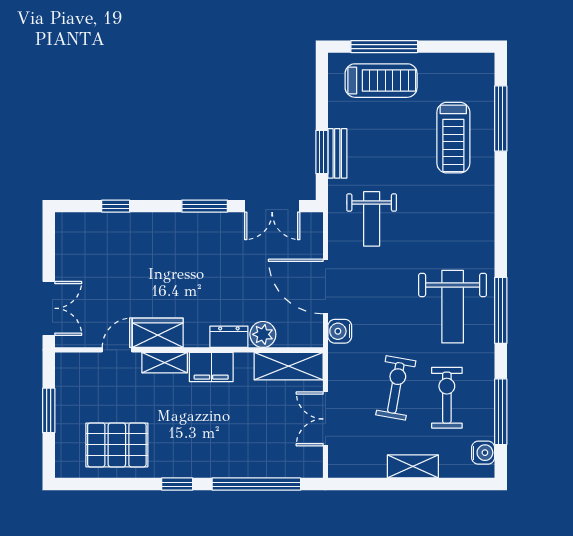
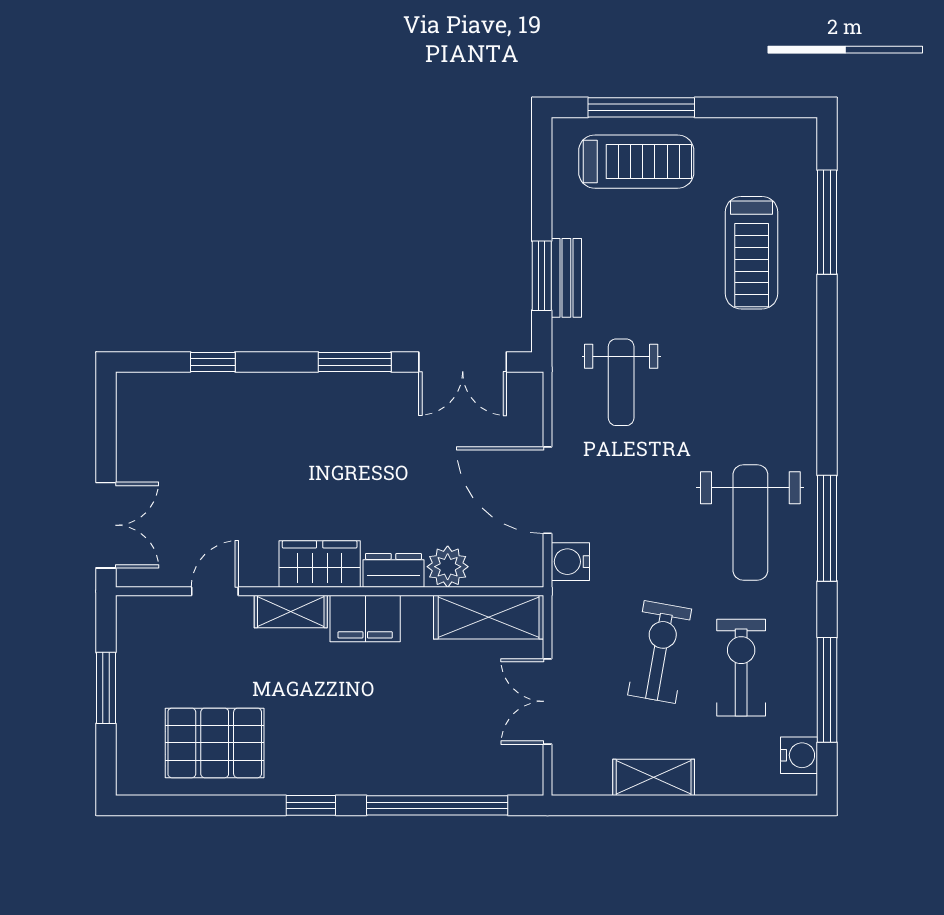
wardrobe: (158, 333) -> (320, 564), moved
shelving: (413, 466) -> (654, 777), moved

